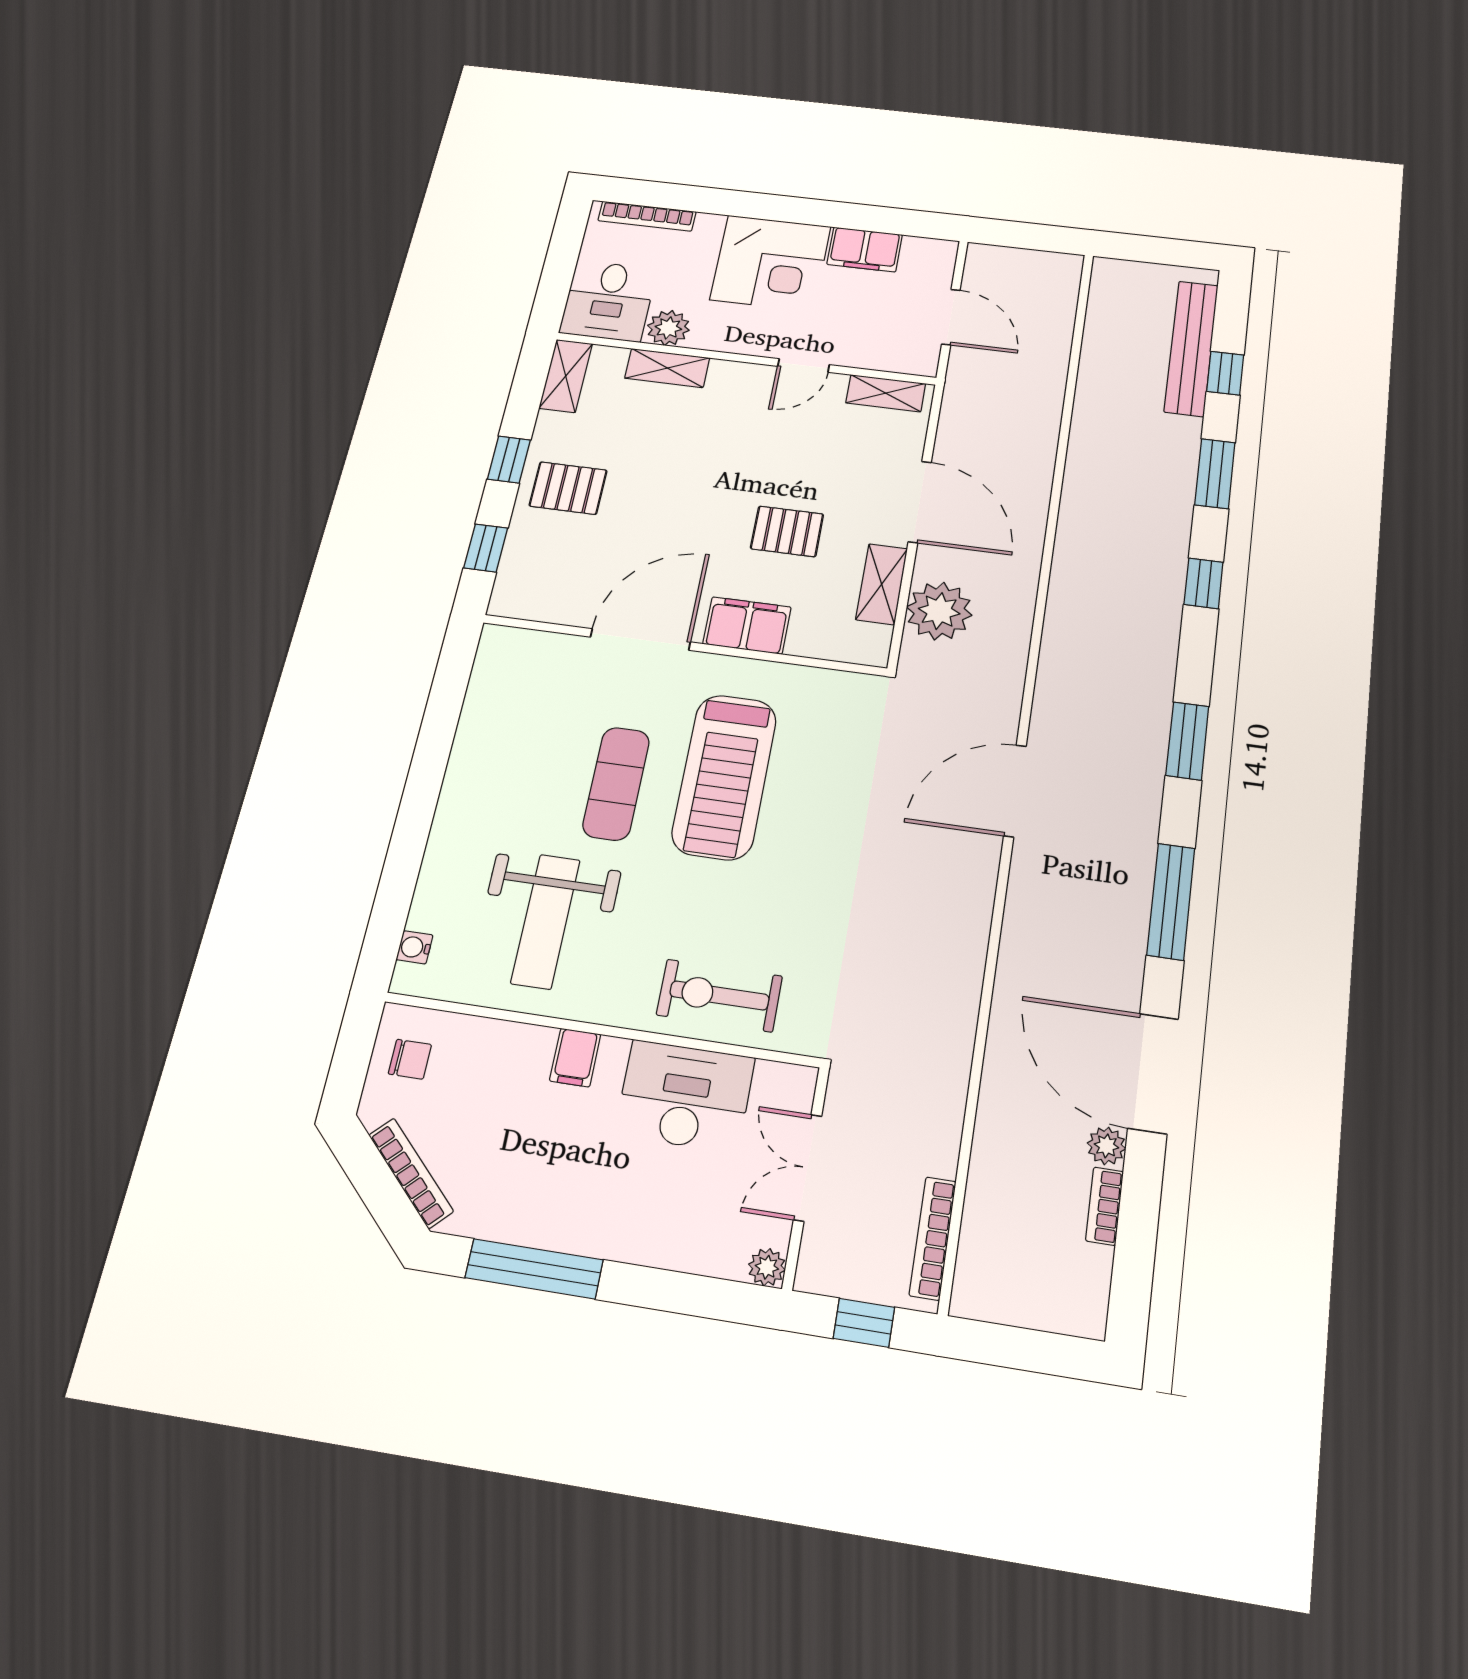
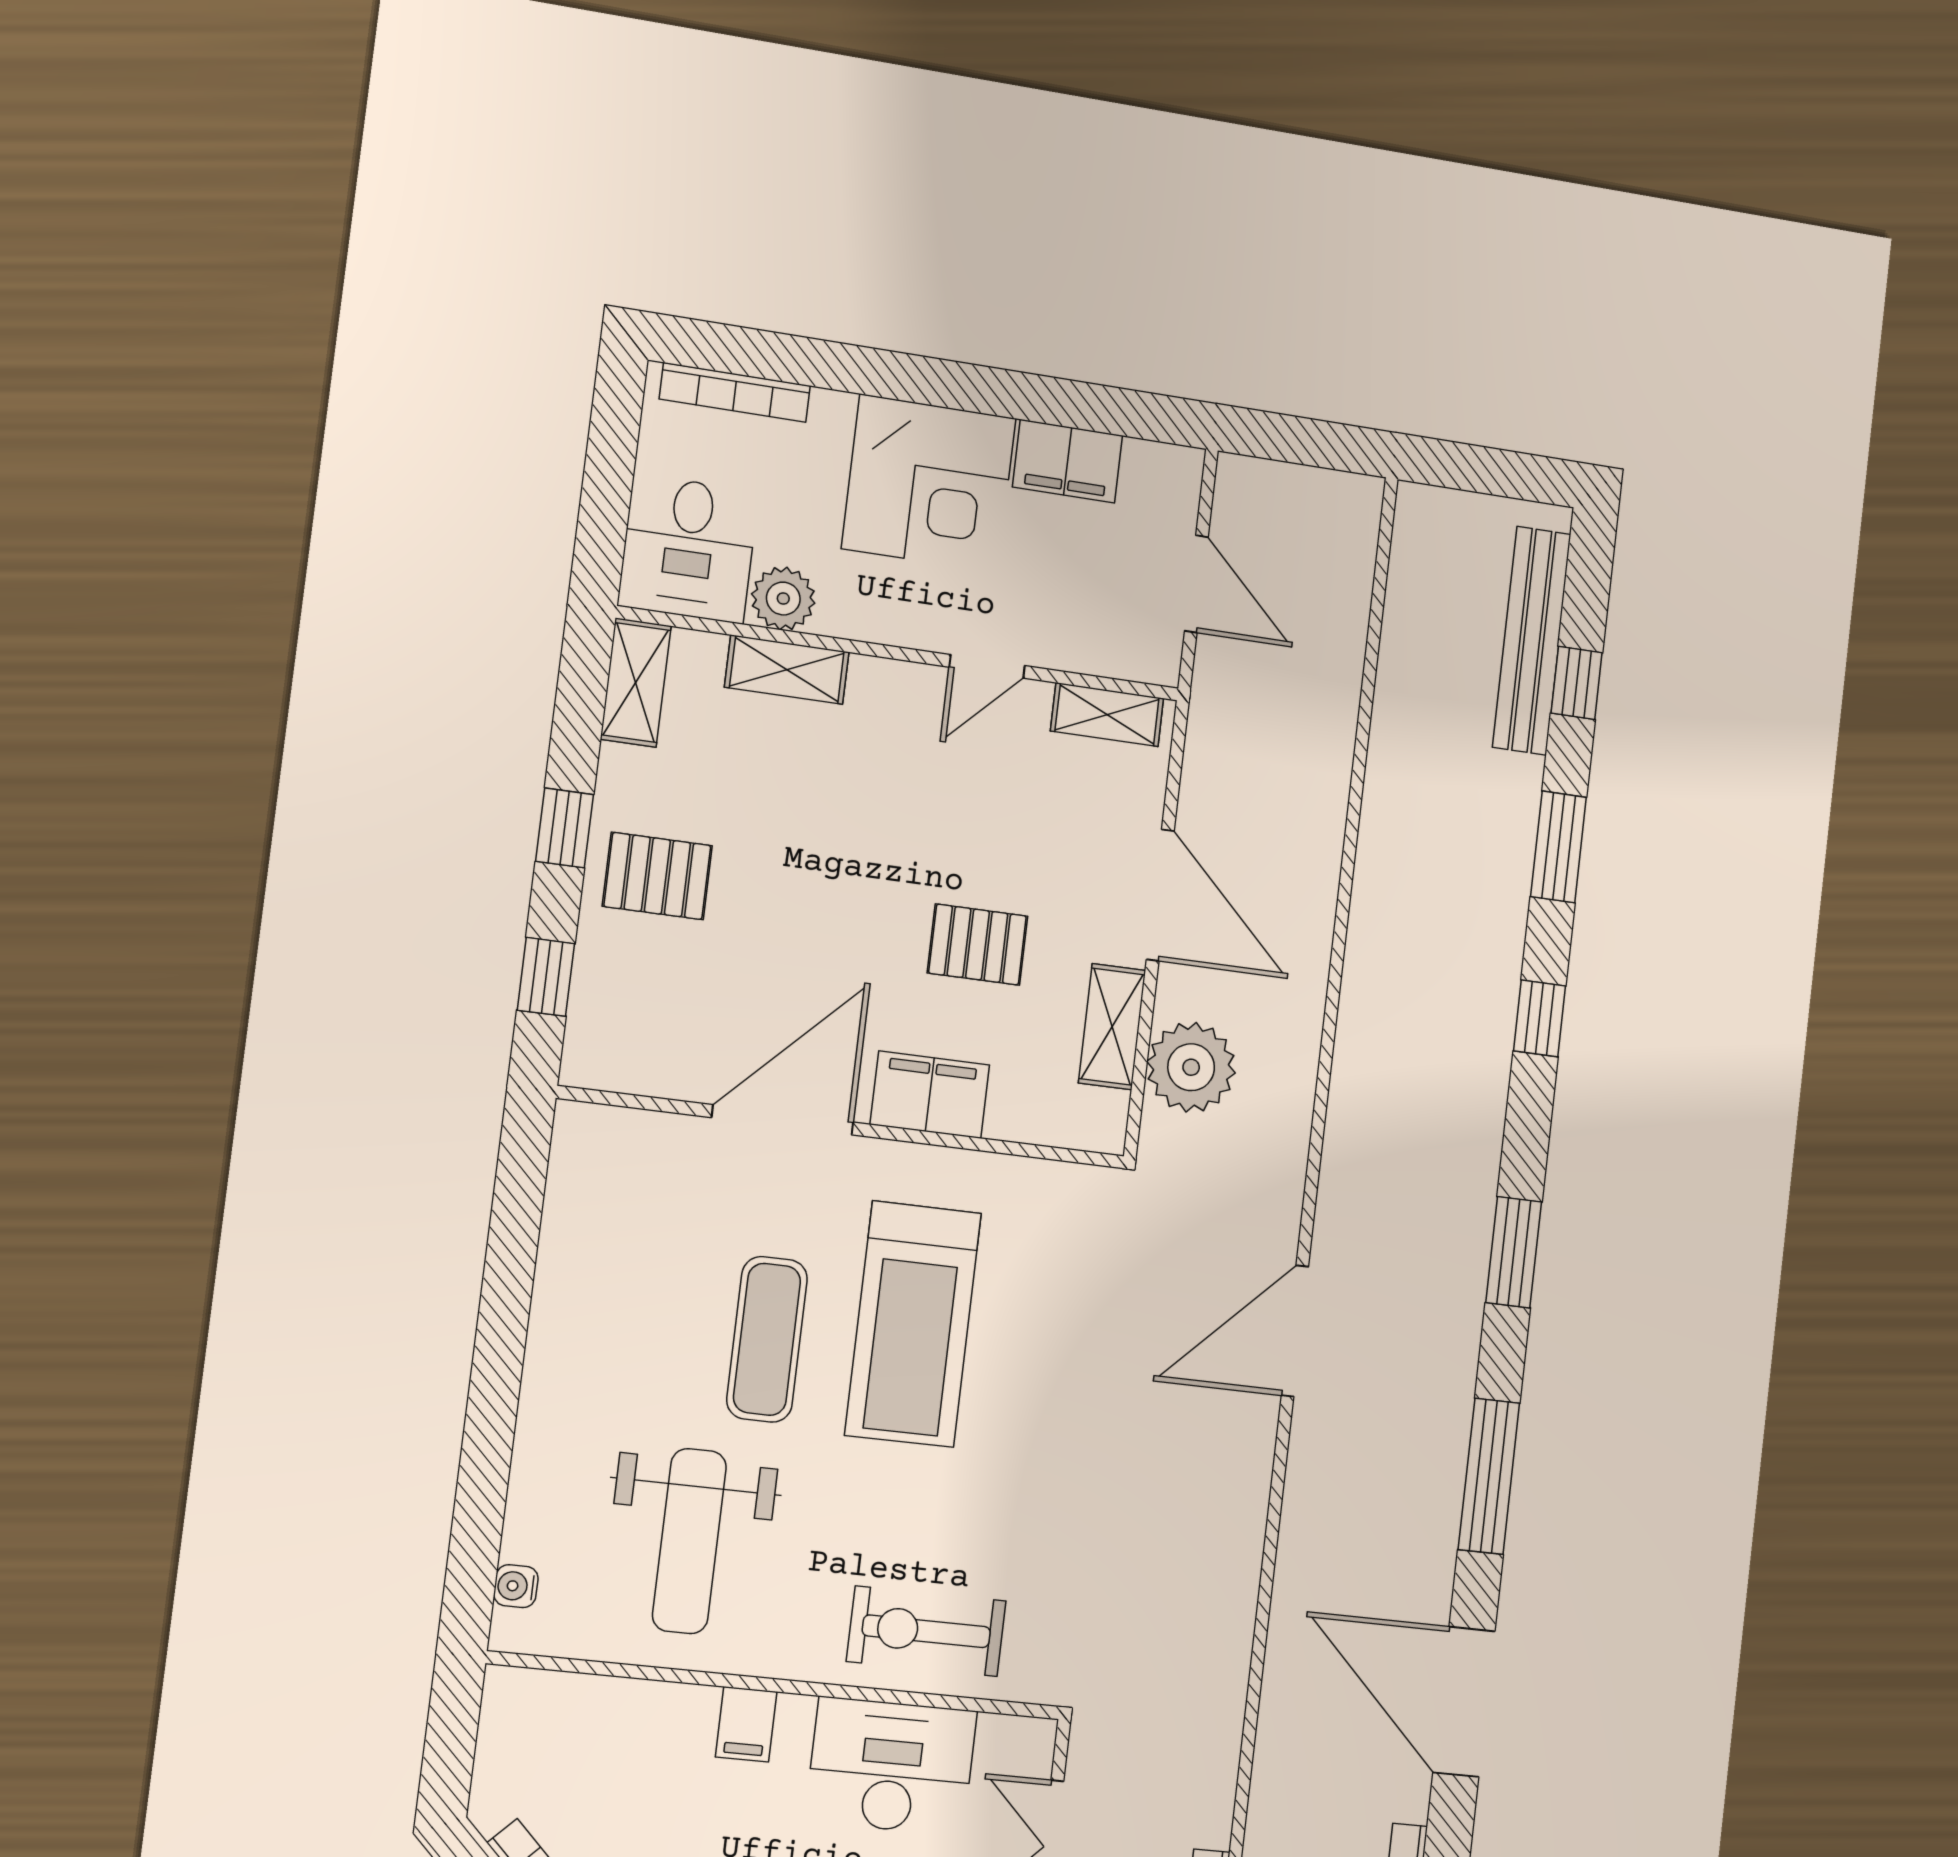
chair: (410, 1059) -> (529, 1739), removed
plant: (1106, 1146) -> (1408, 1796), removed

